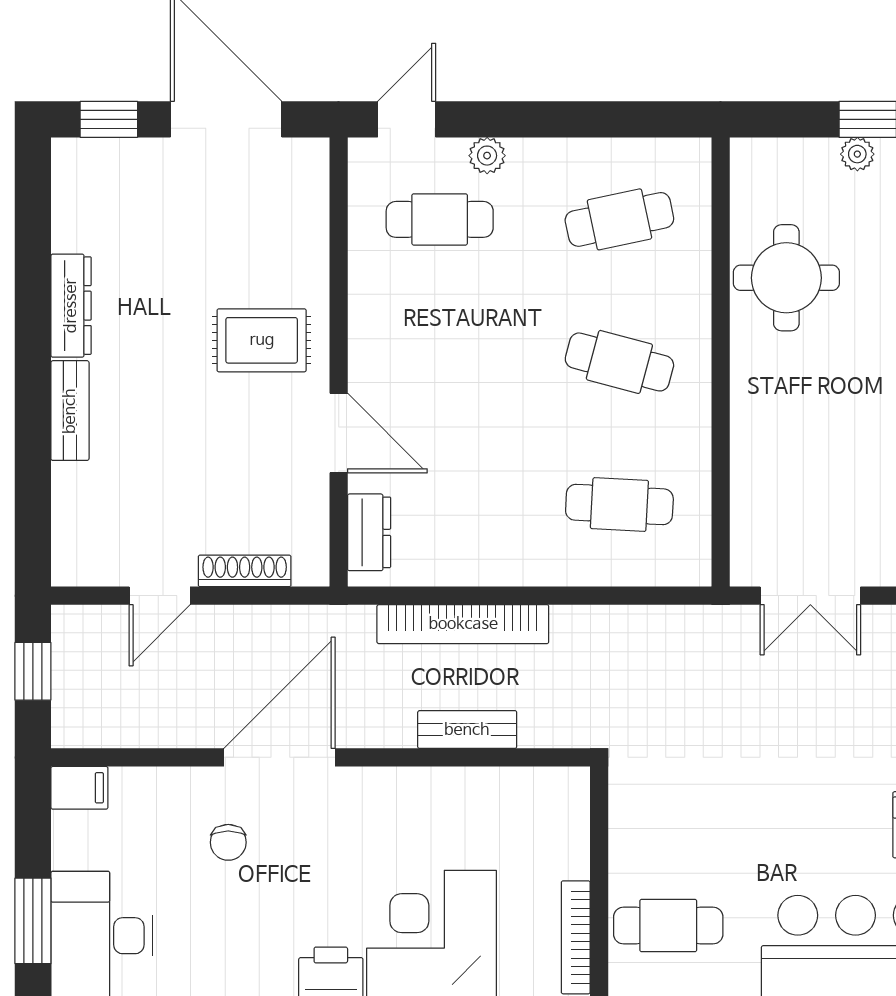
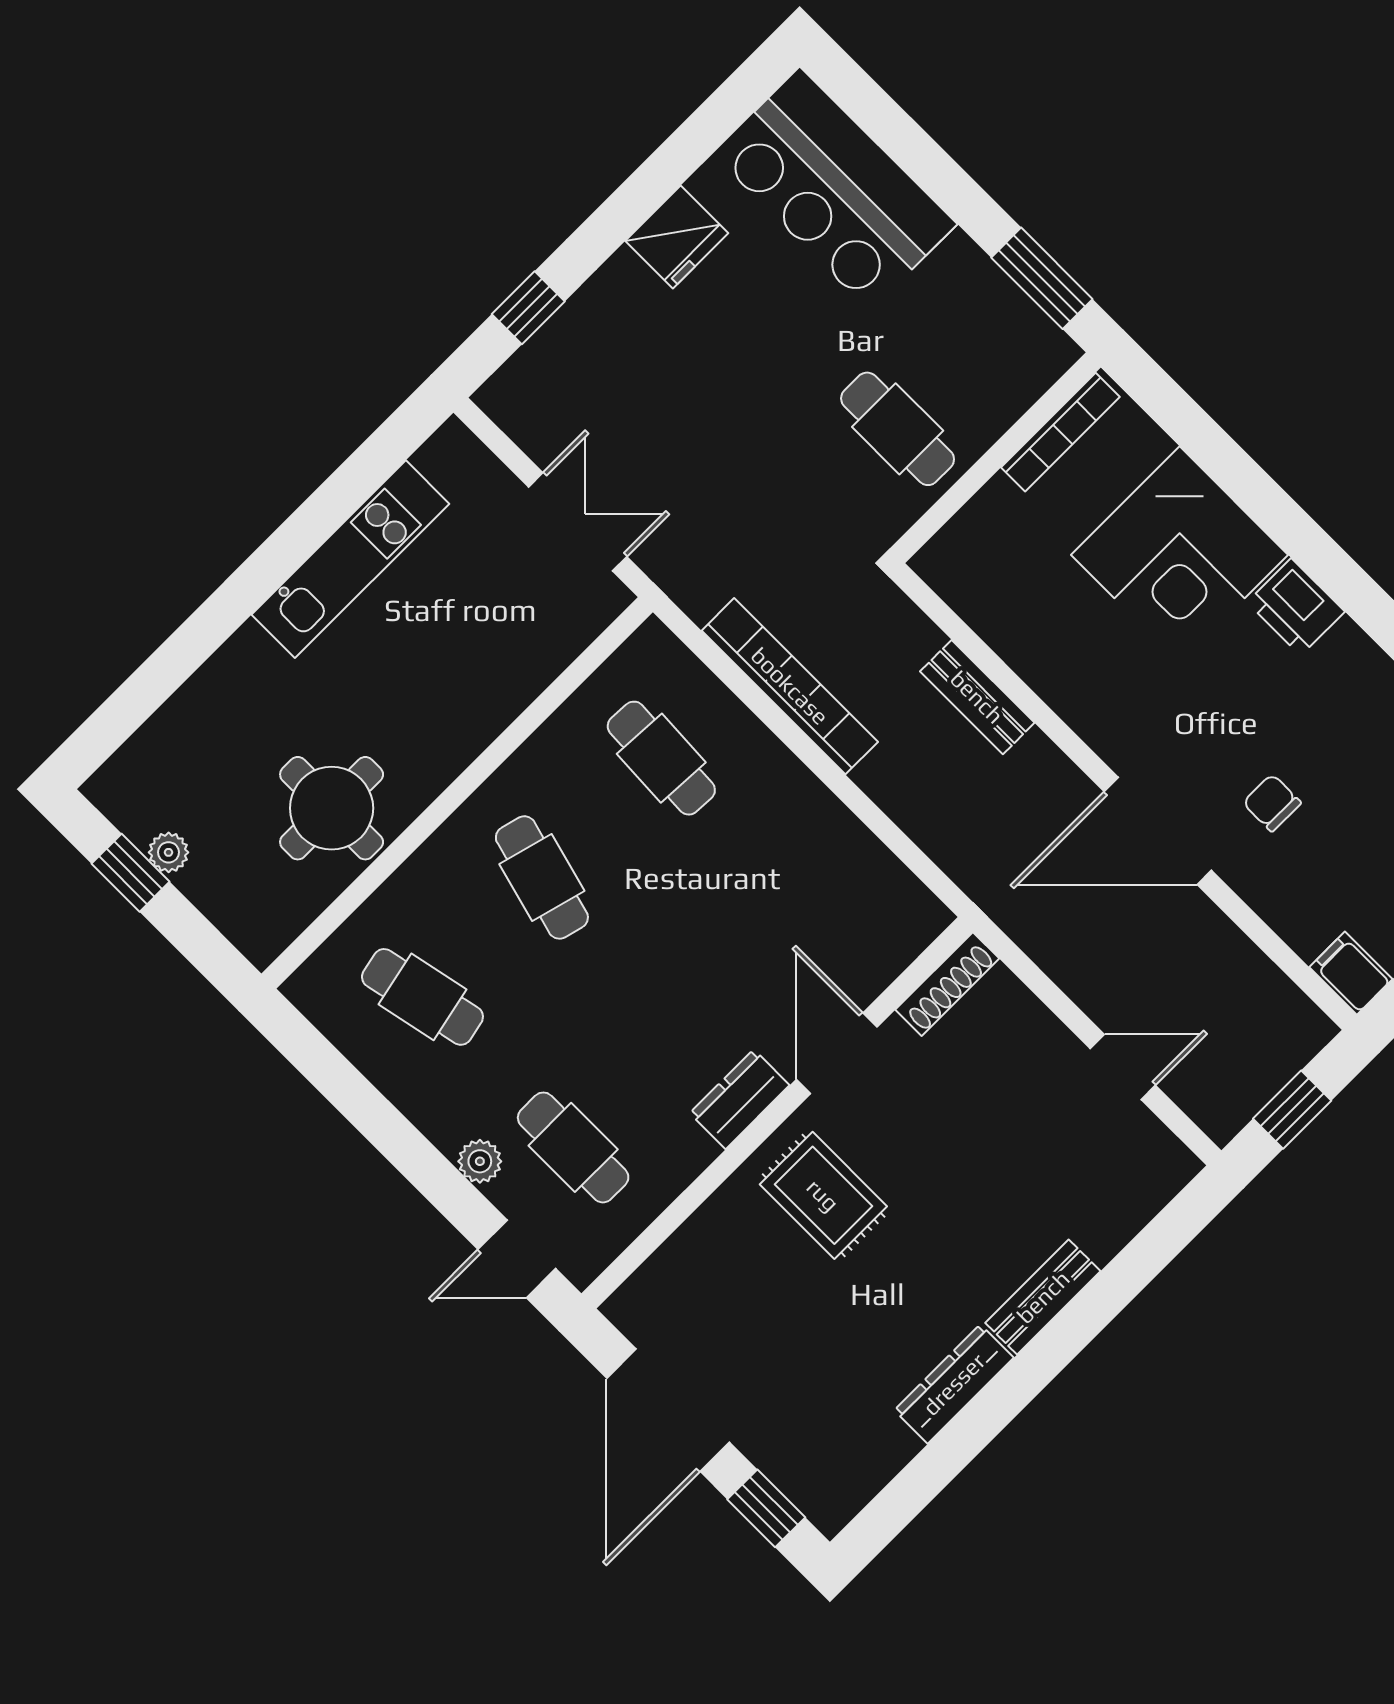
dresser: (369, 532) -> (740, 1099), moved
shoe rack: (245, 571) -> (947, 984), moved, turned -90
bookcase: (463, 624) -> (790, 686), moved
chair: (228, 842) -> (1272, 803), turned -90
cafe table: (668, 926) -> (898, 429), moved

